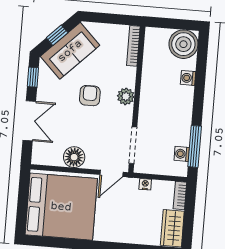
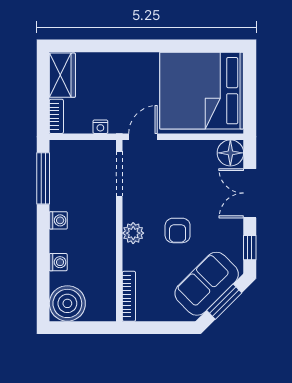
window: (57, 35) -> (224, 302), width x1.50
washing machine: (182, 154) -> (58, 220), moved
floor lamp: (74, 157) -> (230, 153), moved

